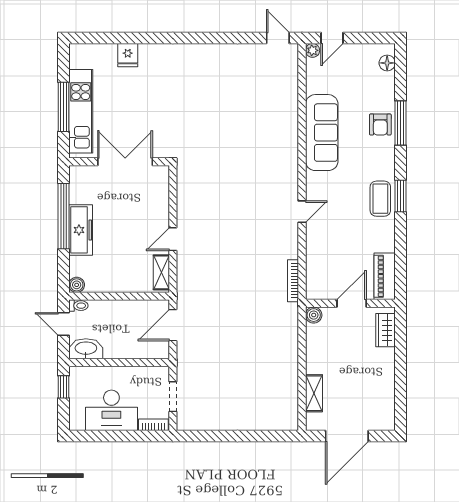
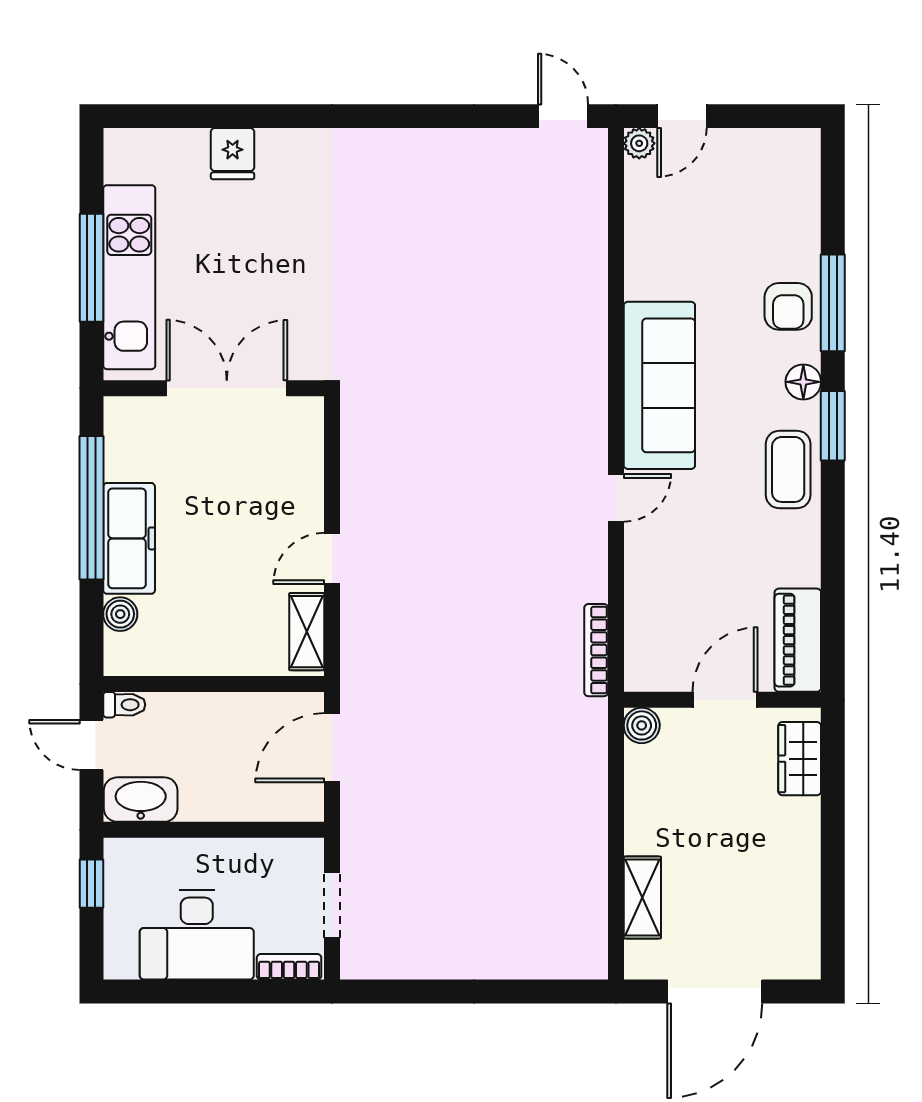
floor lamp: (387, 63) -> (803, 382), moved
sofa: (322, 133) -> (659, 385), moved
window: (401, 196) -> (833, 426), moved
boiler: (77, 285) -> (120, 614), moved

